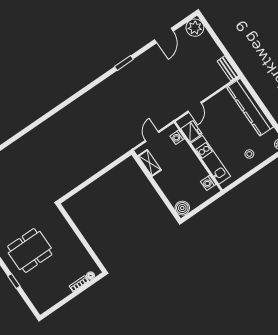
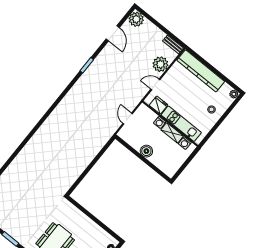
plant: (207, 86) -> (160, 64), added
door: (195, 107) -> (155, 84), swing flipped
washing machine: (177, 137) -> (160, 122), moved
shelving: (150, 163) -> (172, 133), moved
boiler: (182, 208) -> (146, 151), moved

